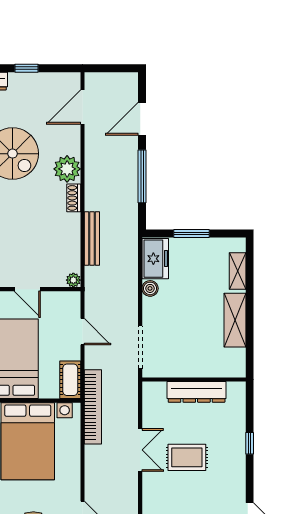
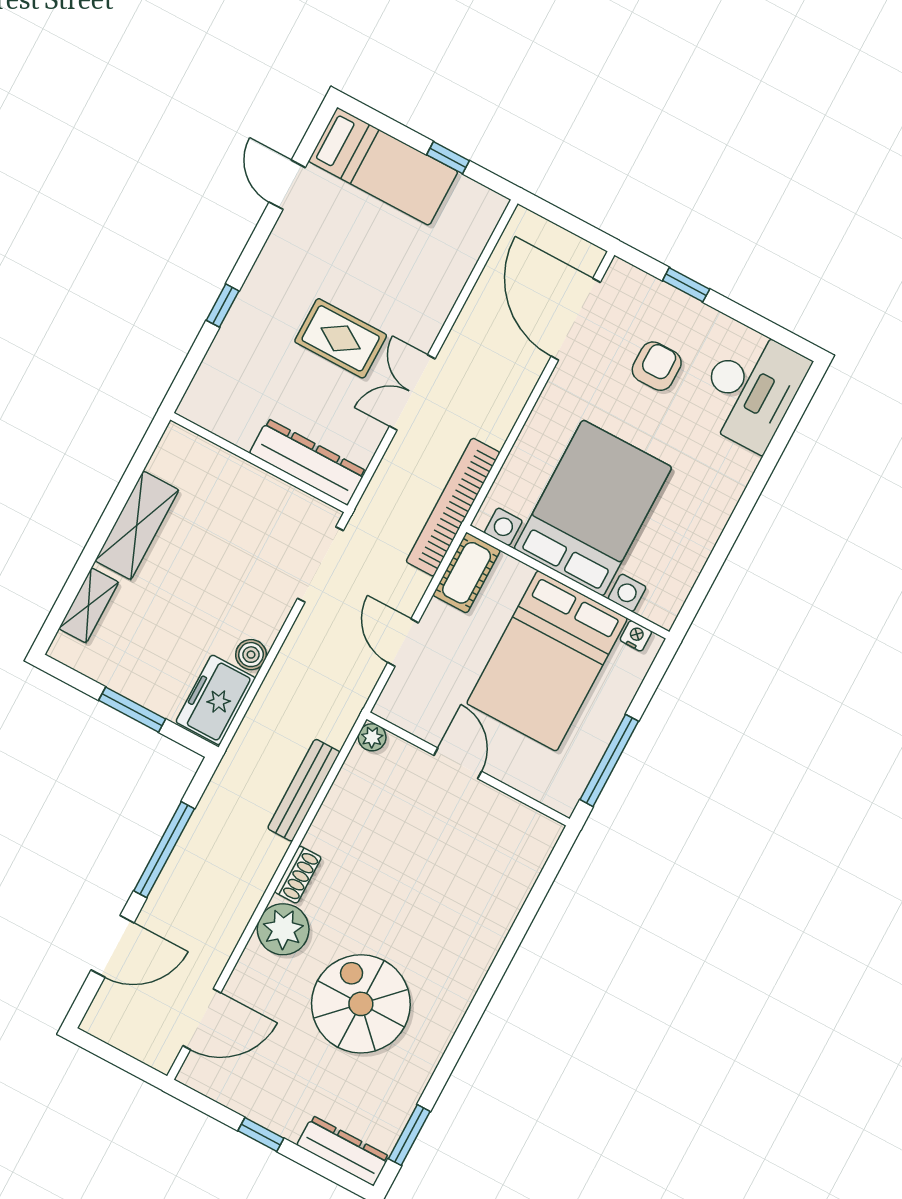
dresser: (197, 392) -> (308, 462), moved

